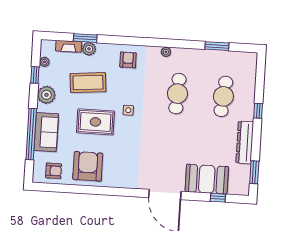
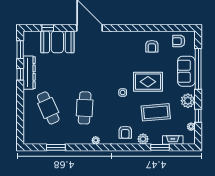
plant: (89, 49) -> (143, 139), moved
cafe table: (223, 96) -> (48, 108), turned -30
window: (258, 111) -> (20, 74), moved
armchair: (88, 166) -> (152, 46), width x0.53, depth x0.53

